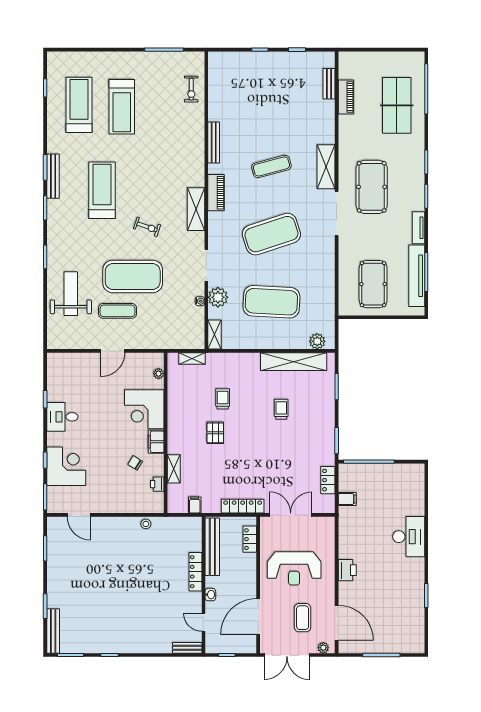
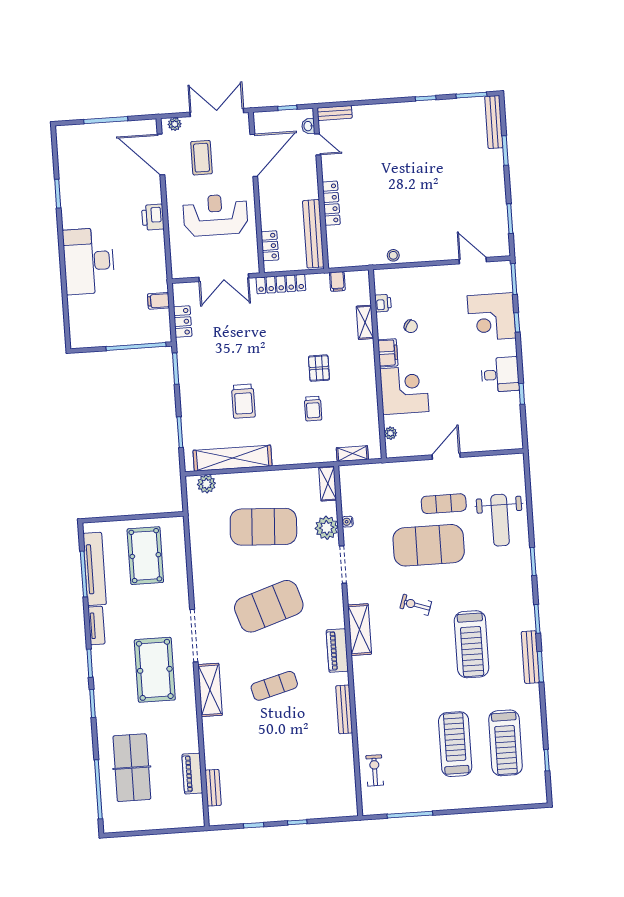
trolley: (281, 409) -> (243, 401), width x1.36, depth x1.39
desk: (409, 537) -> (89, 261), width x1.36, depth x1.30
washbasin: (210, 595) -> (308, 126), moved

